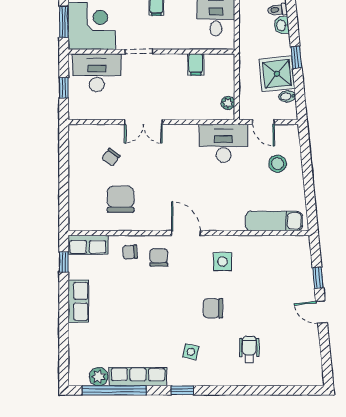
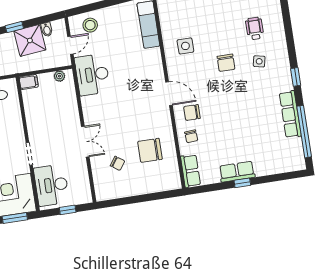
filing cabinet: (196, 64) -> (29, 82), moved
stool: (278, 164) -> (90, 25), moved
door: (186, 233) -> (169, 94), swing flipped
window: (64, 262) -> (242, 183), moved
side table: (223, 262) -> (185, 46), moved
wheelchair: (249, 350) -> (255, 28), turned 90
side table: (191, 352) -> (259, 61), moved
plant: (99, 377) -> (295, 146), removed

